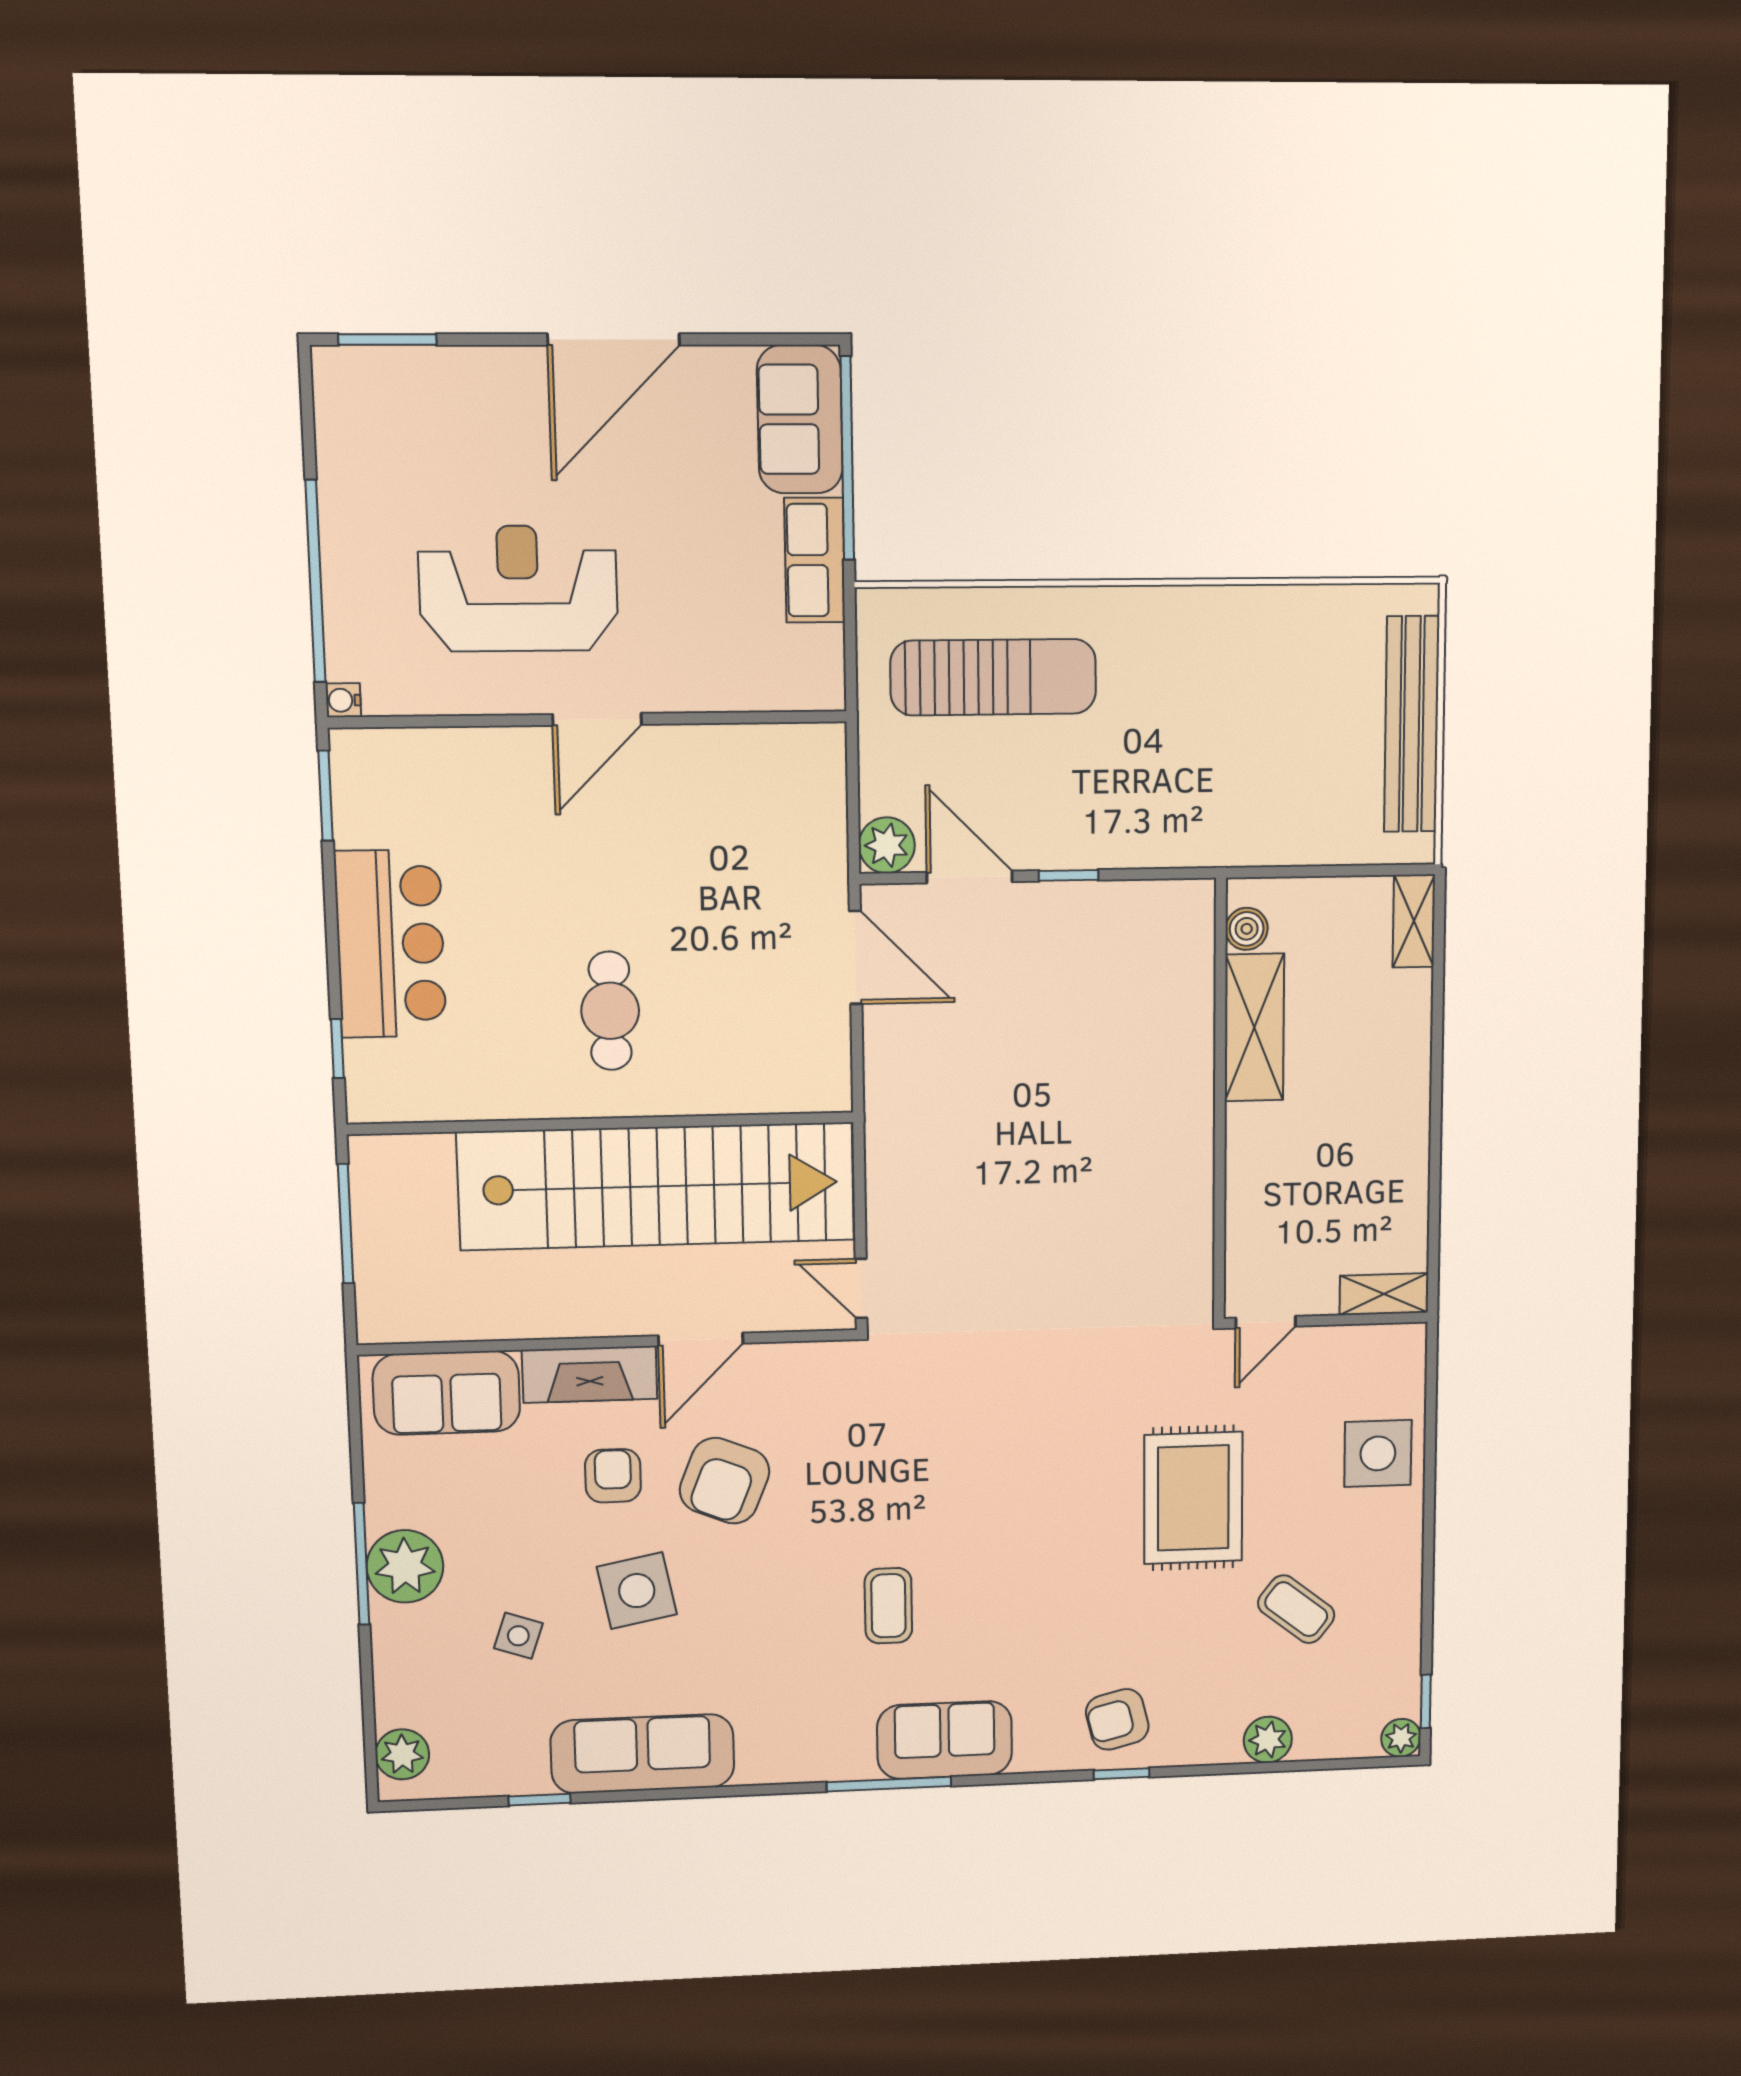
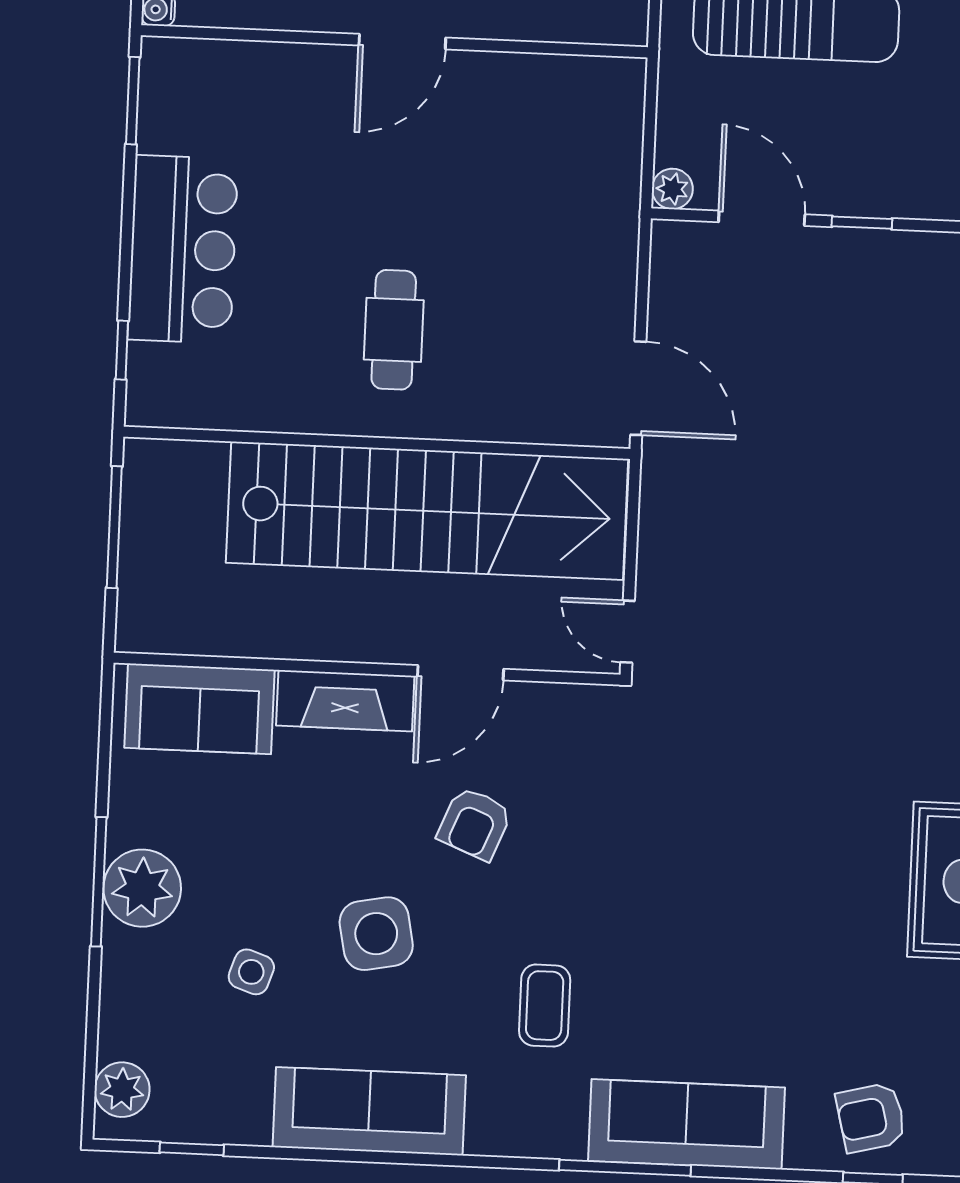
plant: (887, 845) -> (672, 189), width x0.73, depth x0.73
door: (856, 957) -> (638, 388), moved
armchair: (613, 1476) -> (361, 809), removed
armchair: (725, 1481) -> (475, 824), width x0.72, depth x0.72
coffee table: (888, 1606) -> (545, 1006), moved
sofa: (945, 1740) -> (687, 1124), width x1.36
window: (540, 1800) -> (192, 1149), moved

